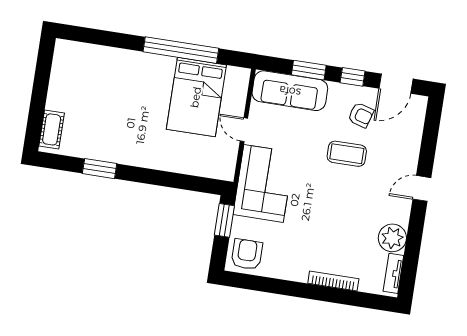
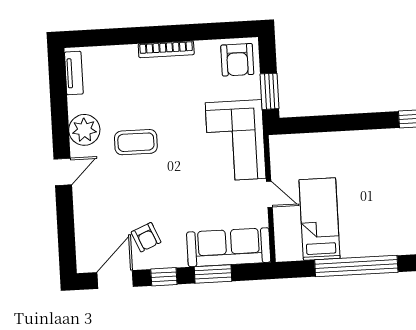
bed: (196, 97) -> (320, 219), width x0.67
armchair: (361, 115) -> (146, 237), turned -129
coffee table: (347, 154) -> (136, 142), moved
plant: (392, 238) -> (84, 130), moved
bookcase: (333, 281) -> (166, 49), moved

